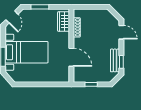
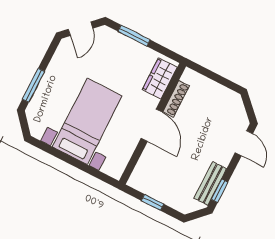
bed with nightstands: (26, 52) -> (87, 121), moved, turned -90
door: (71, 57) -> (152, 125), moved

